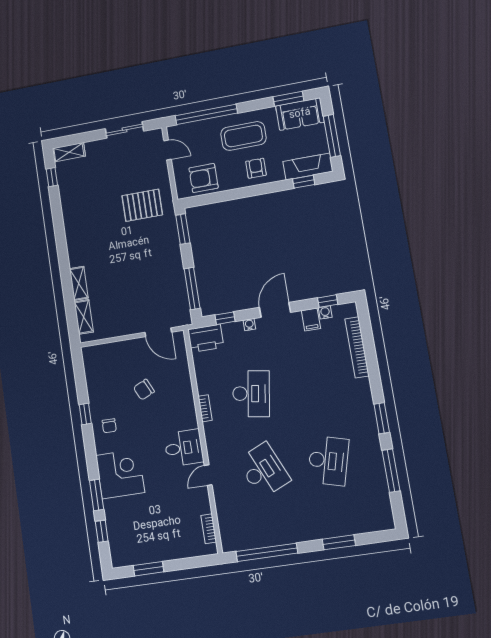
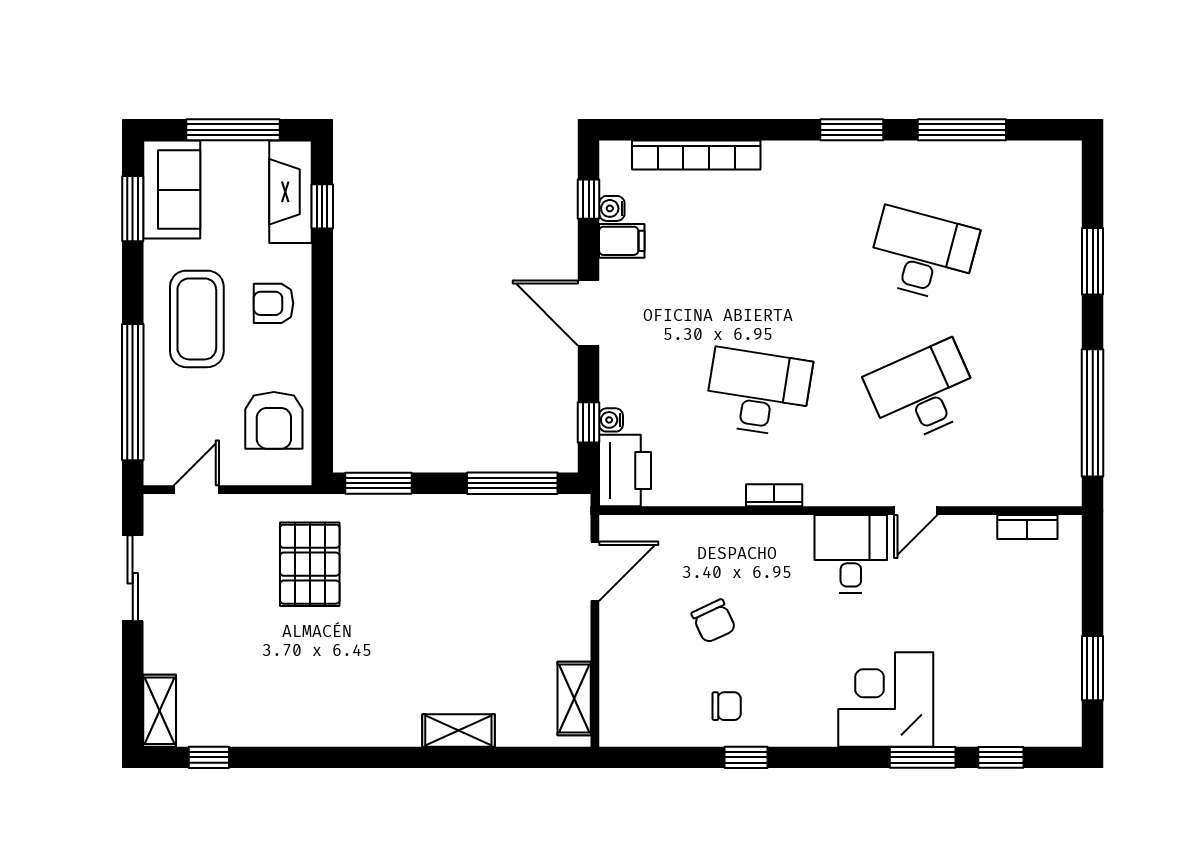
shelving: (84, 317) -> (574, 698), moved, turned 90
water cooler: (249, 325) -> (611, 420), moved
chair: (109, 426) -> (727, 706), moved
door: (208, 475) -> (916, 511), hinge flipped

